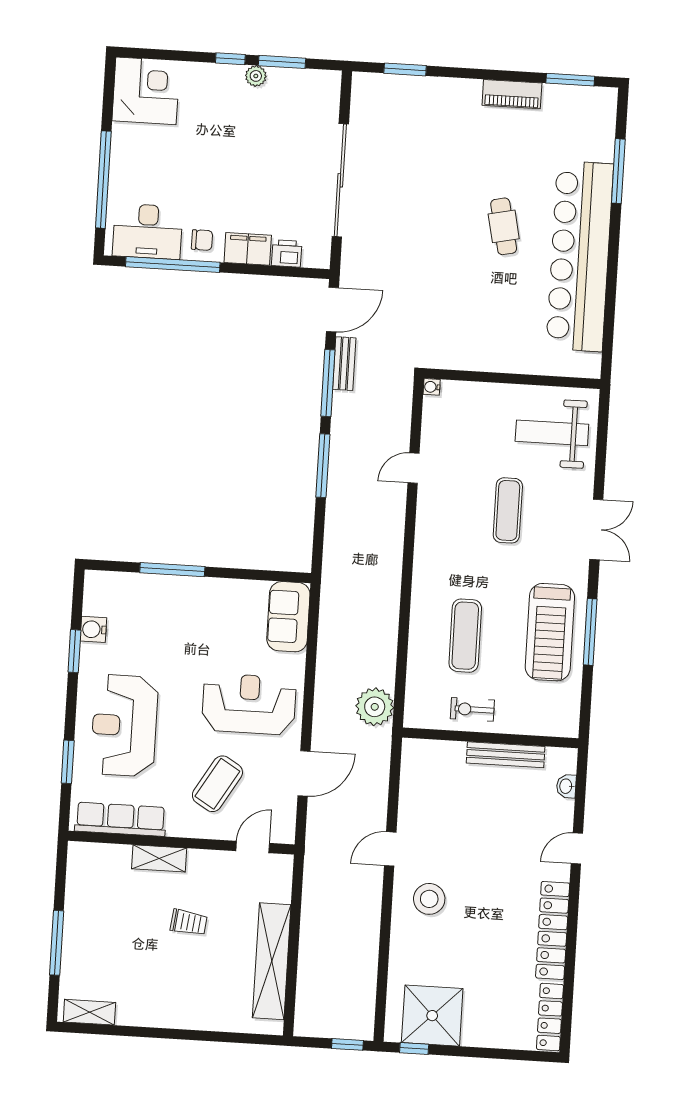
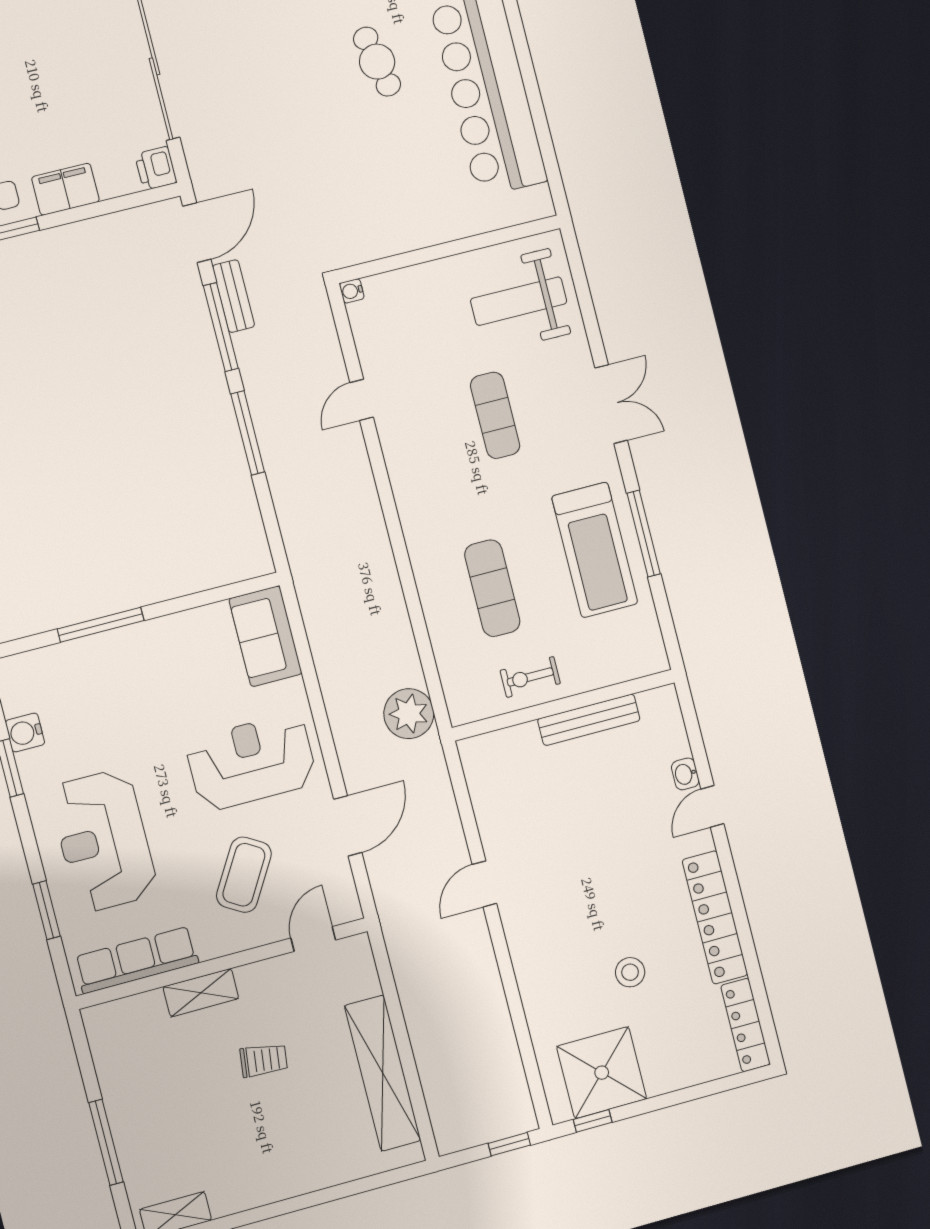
printer: (287, 253) -> (156, 168), moved, turned -90
washbasin: (566, 786) -> (685, 774), moved
stool: (429, 899) -> (630, 972), moved, width x0.73, depth x0.73

